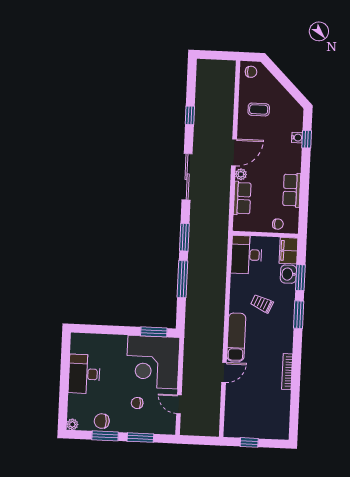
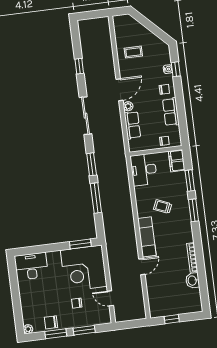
chair: (251, 72) -> (164, 89), moved
washbasin: (288, 274) -> (193, 281), moved
desk: (84, 374) -> (31, 266), moved, turned 90

